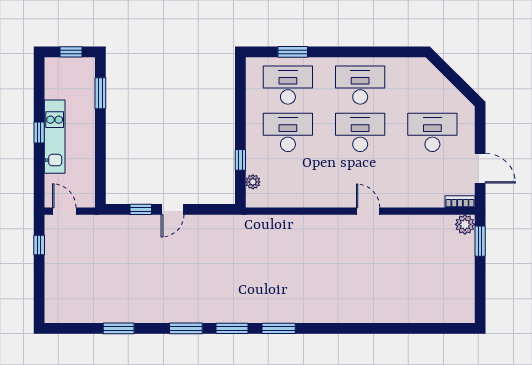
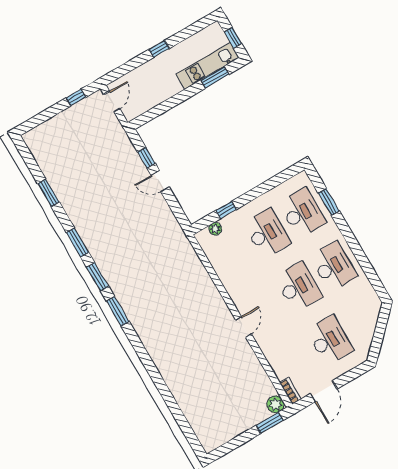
kitchen unit: (55, 137) -> (208, 66), moved, turned 180

